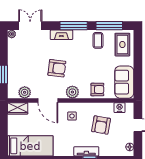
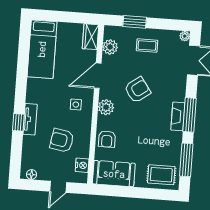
fireplace: (61, 35) -> (178, 116), moved
coffee table: (98, 40) -> (147, 46), moved
armchair: (57, 68) -> (137, 90), turned -133

